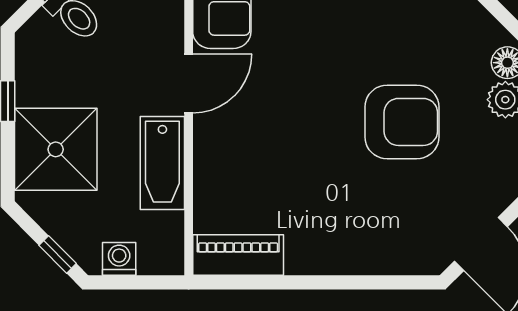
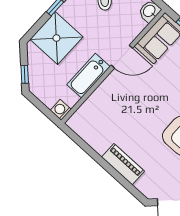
piano: (238, 255) -> (123, 164), moved
washing machine: (119, 259) -> (61, 110), moved, turned -90

